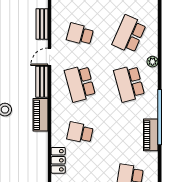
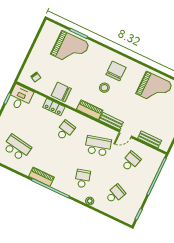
school desk: (129, 34) -> (115, 194), width x0.54
door: (50, 57) -> (125, 134), swing flipped
school desk: (129, 83) -> (83, 179), width x0.54
chair: (35, 160) -> (61, 92), added

